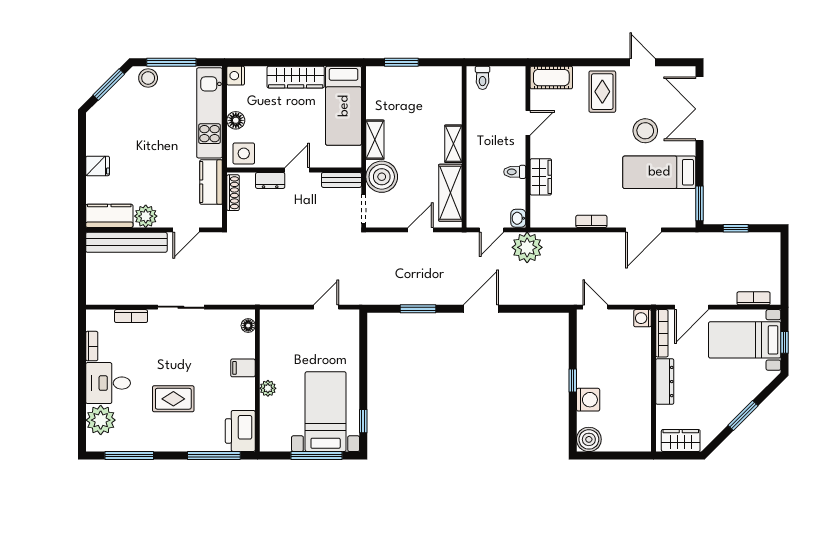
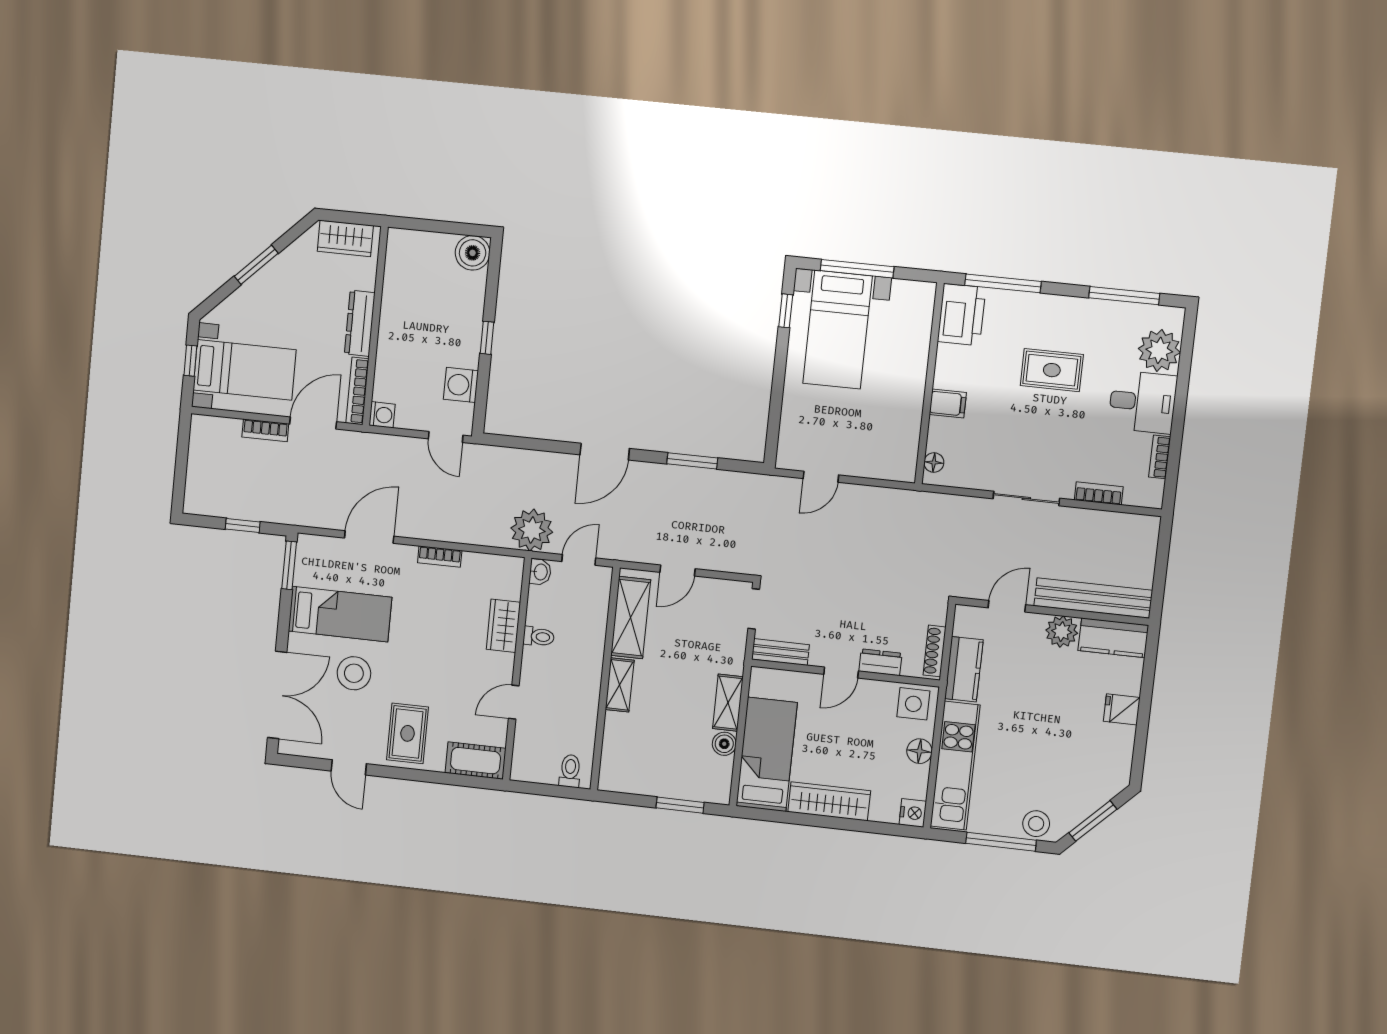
boiler: (382, 177) -> (724, 744), moved, width x0.54, depth x0.54
bookcase: (754, 298) -> (265, 430), moved
plant: (268, 388) -> (916, 371), removed
washing machine: (588, 400) -> (461, 385), moved

